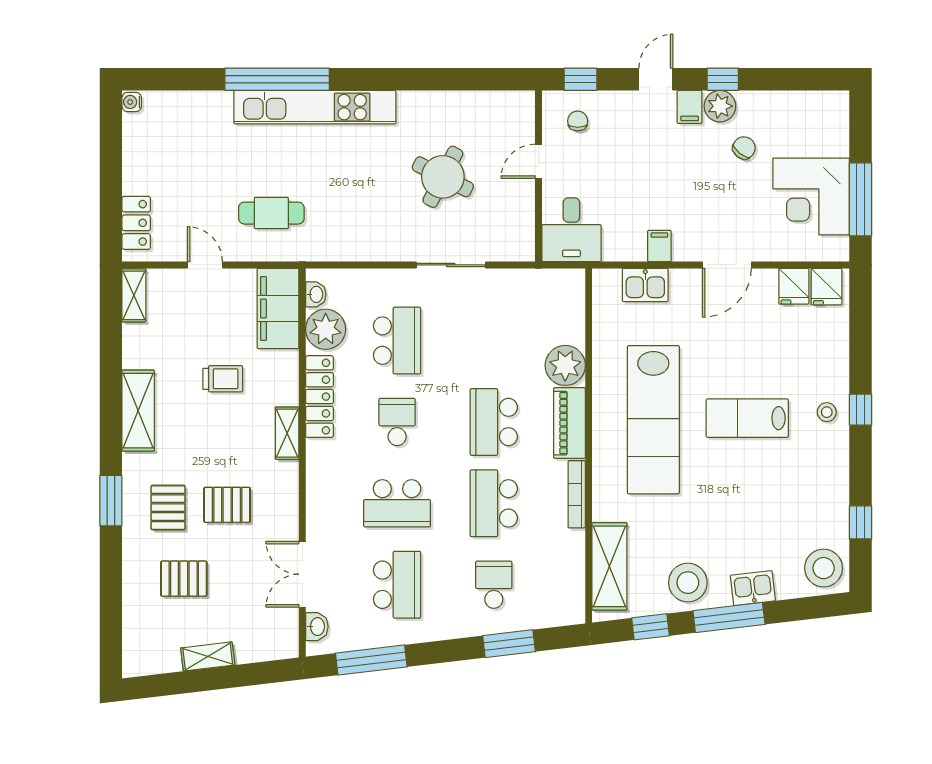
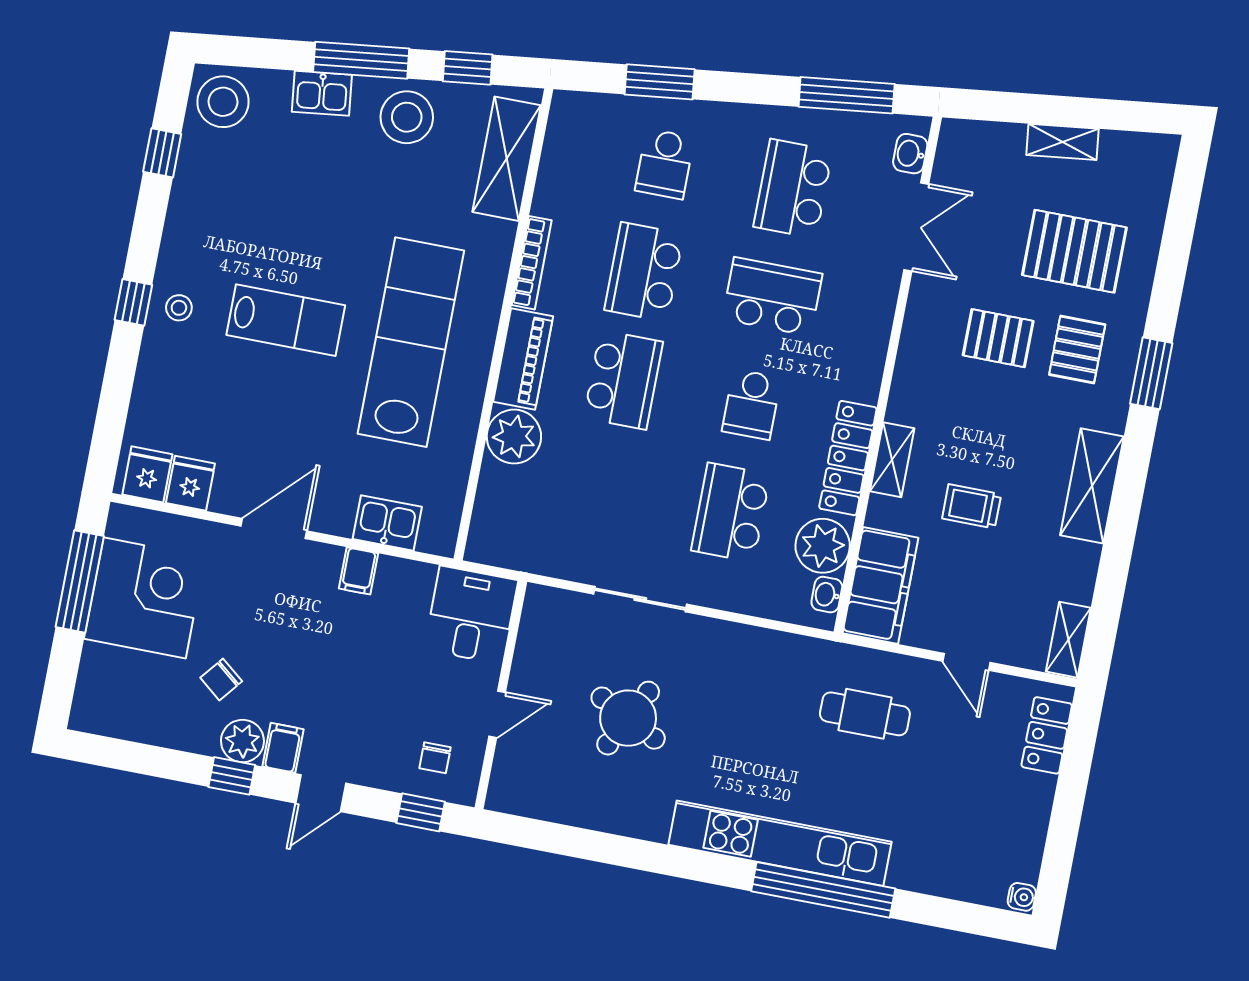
shelving: (287, 433) -> (892, 460), moved
school desk: (494, 503) -> (644, 272), turned 180
pallet: (184, 579) -> (1074, 251), width x1.50, depth x1.42

